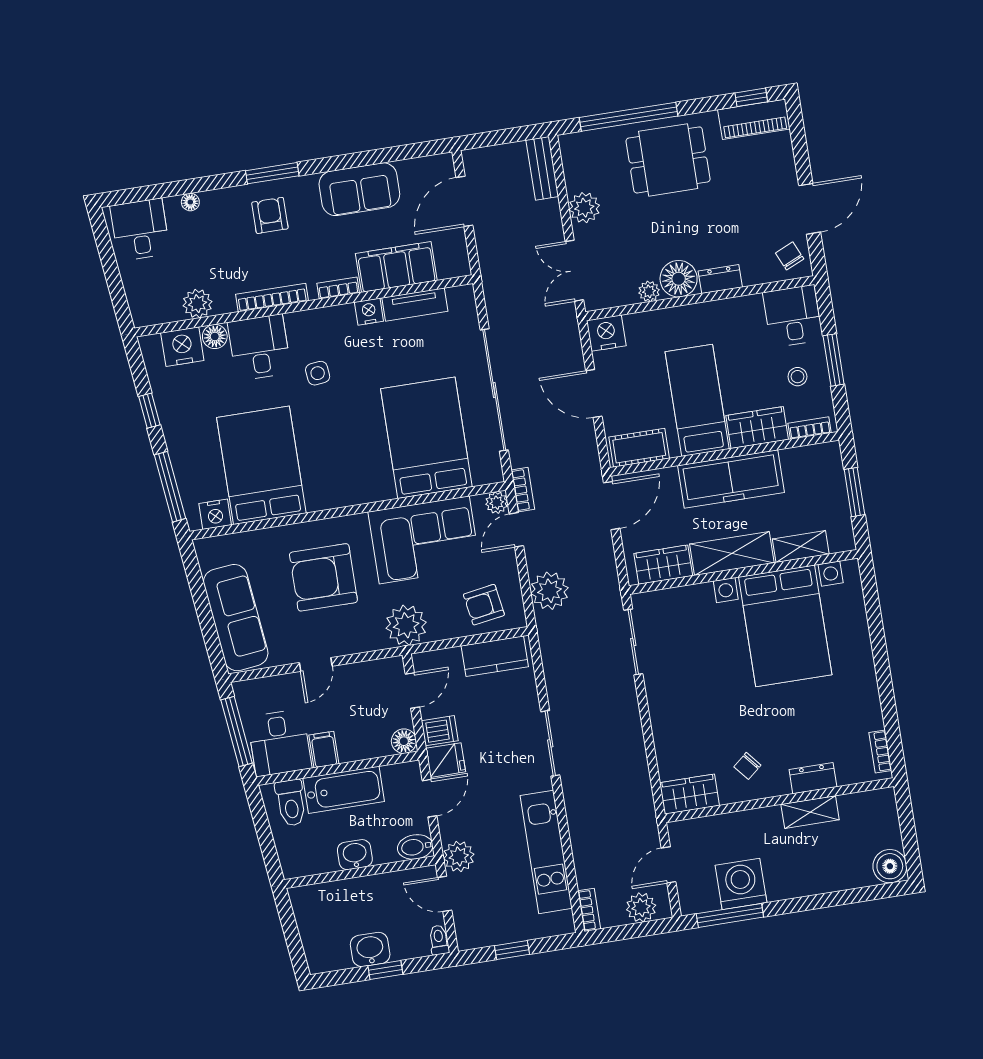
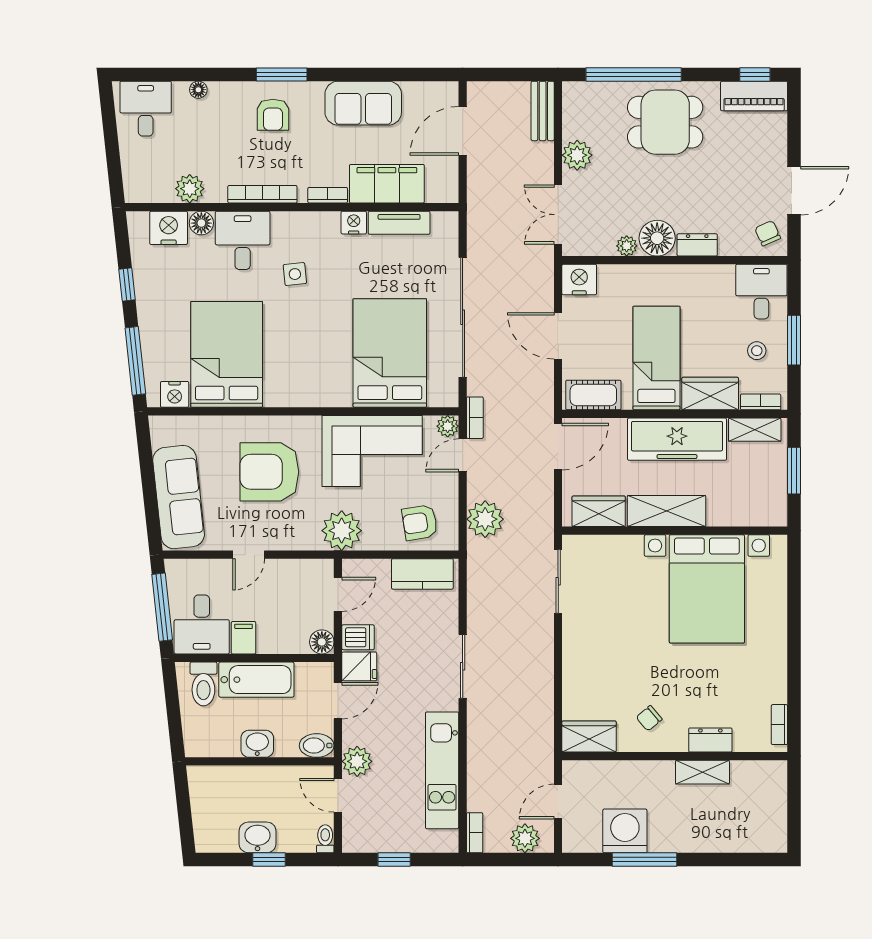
armchair: (270, 215) -> (273, 115), turned 180
shelving: (801, 547) -> (755, 430), moved
boiler: (890, 866) -> (771, 837), removed
window: (730, 915) -> (645, 860), moved

